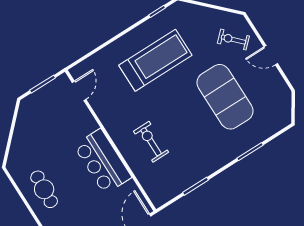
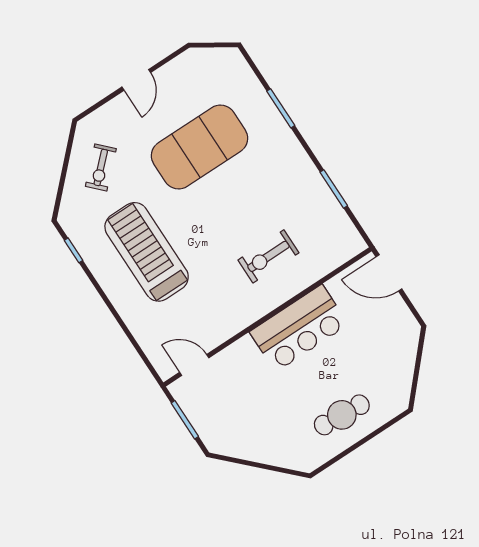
exercise bike: (233, 40) -> (101, 167), moved

